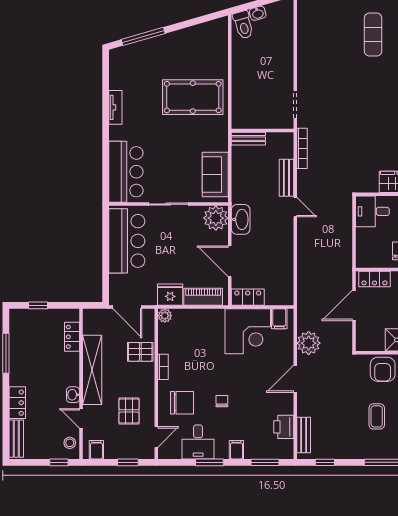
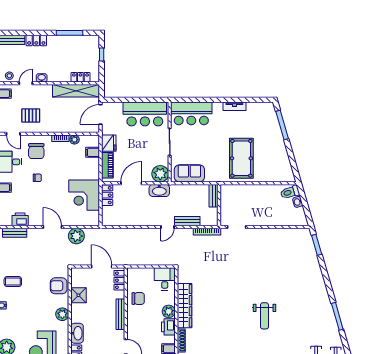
exercise mat: (373, 35) -> (283, 279), removed
plant: (165, 316) -> (74, 140), moved
filing cabinet: (279, 319) -> (93, 152), moved
pallet: (140, 352) -> (70, 123), removed
shelving: (92, 370) -> (76, 91), moved
coffee table: (377, 416) -> (13, 282), moved

